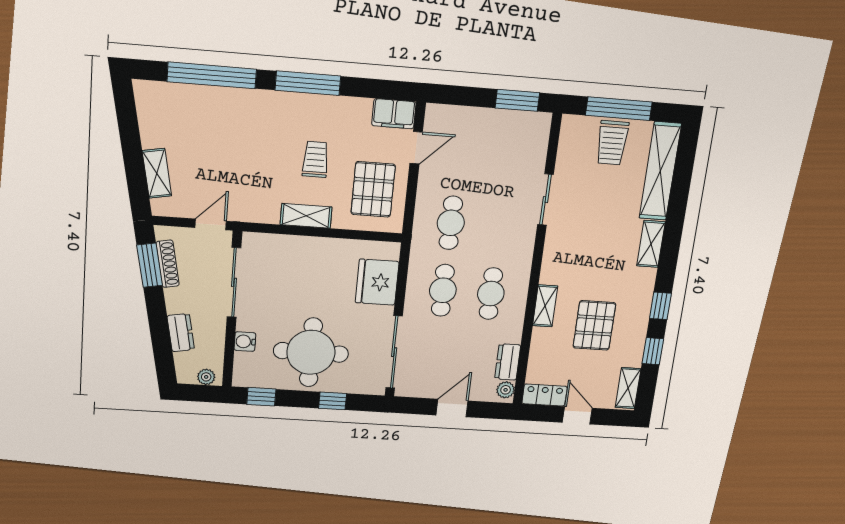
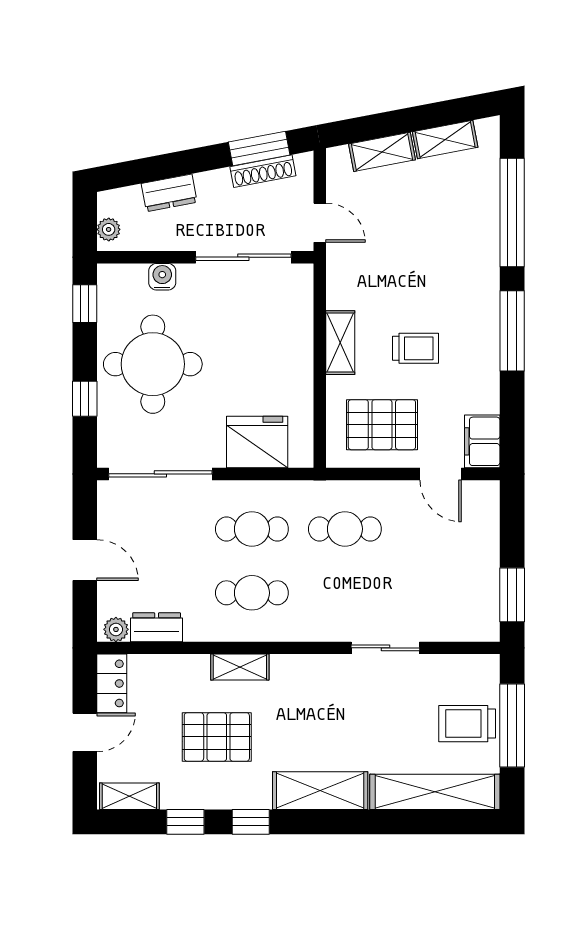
shelving: (149, 124) -> (445, 139), added
shelving: (651, 244) -> (320, 791), width x1.50, depth x1.33

